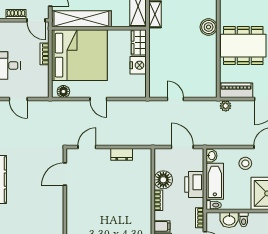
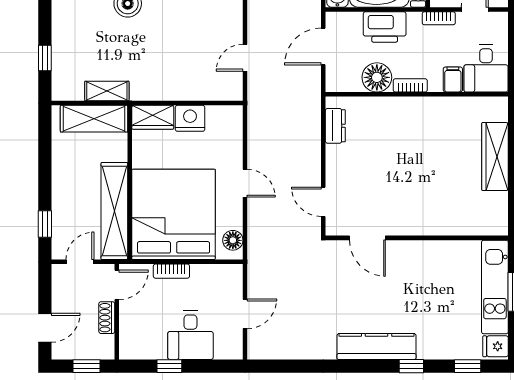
door: (98, 99) -> (245, 183), hinge flipped
dresser: (122, 154) -> (335, 126), moved

